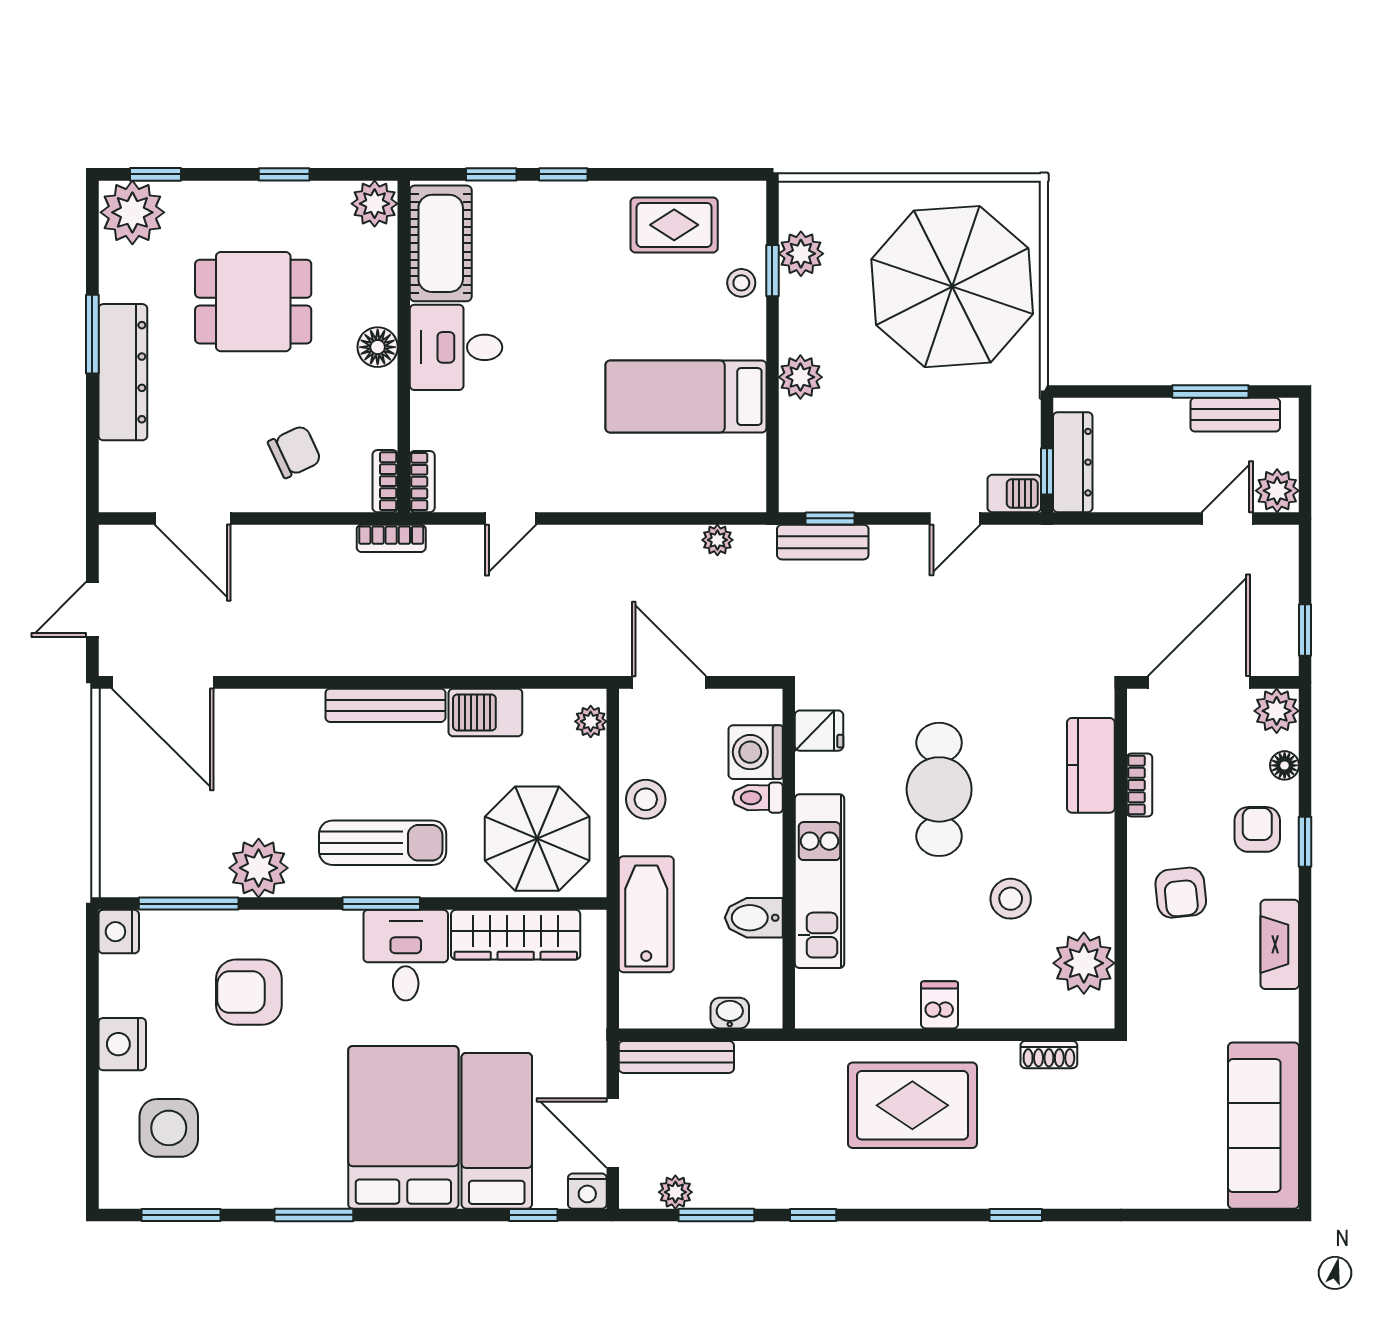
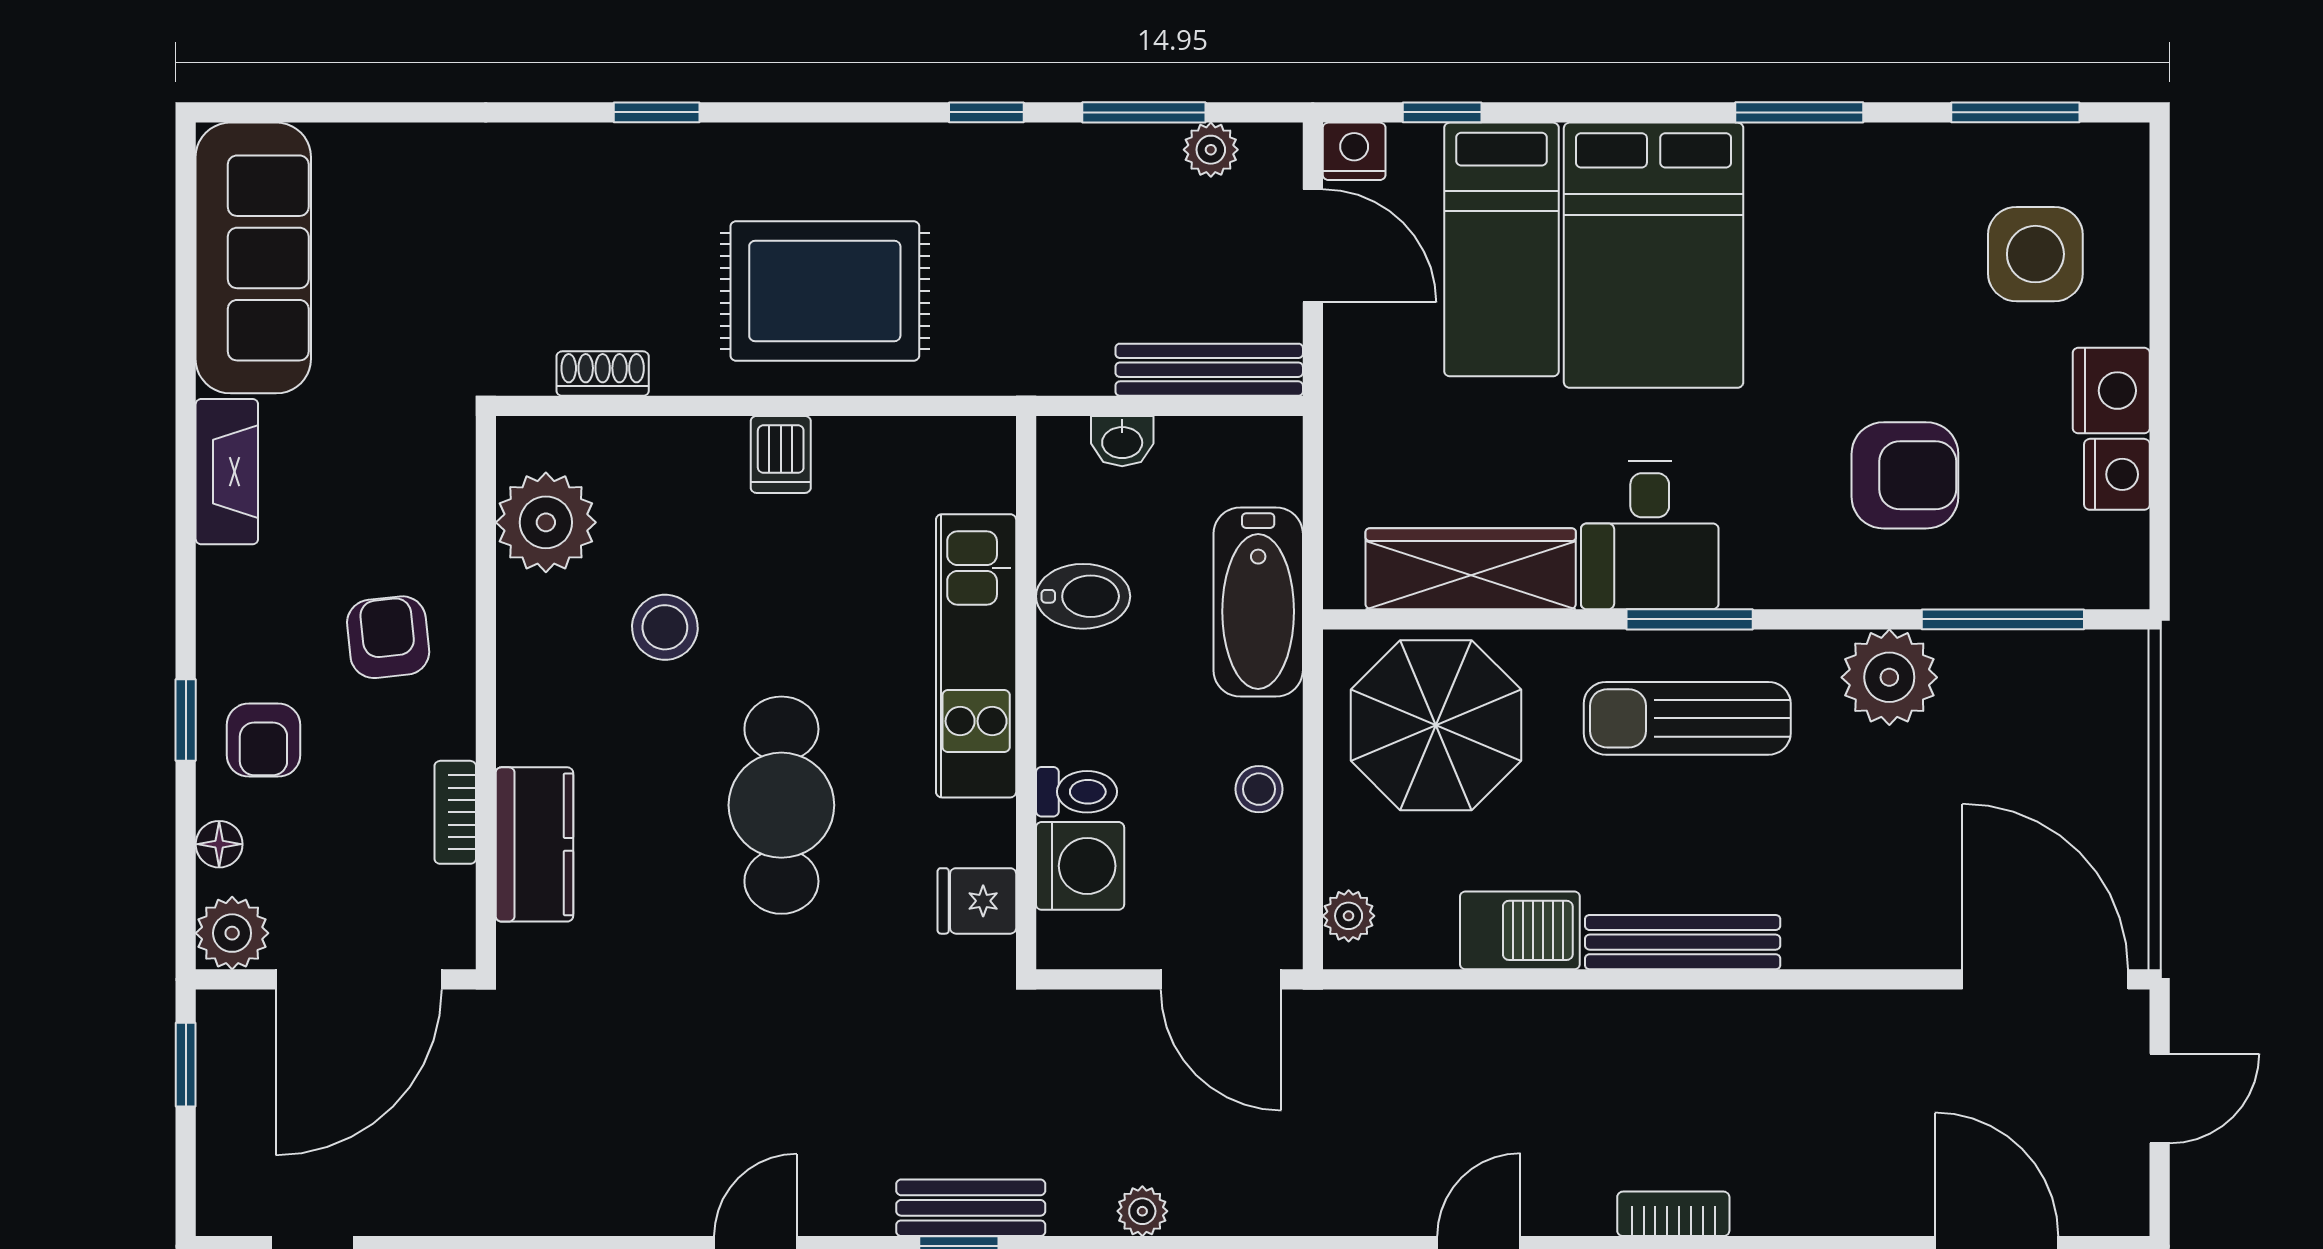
stool: (646, 799) -> (1259, 789), width x0.73, depth x0.73
nightstand: (119, 932) -> (2117, 474), moved
fireplace: (1280, 944) -> (227, 472), moved

